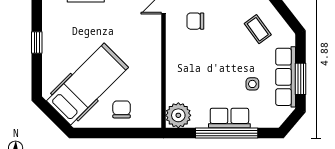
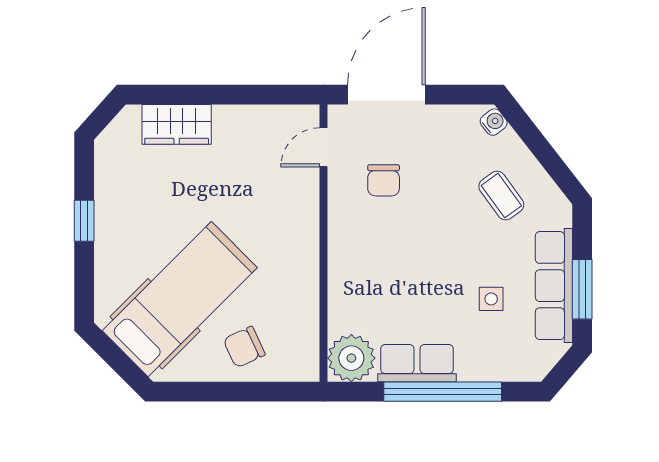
chair: (195, 21) -> (384, 180), turned -90
chair: (122, 109) -> (244, 347), turned -115
row of seats: (229, 118) -> (417, 363), moved

